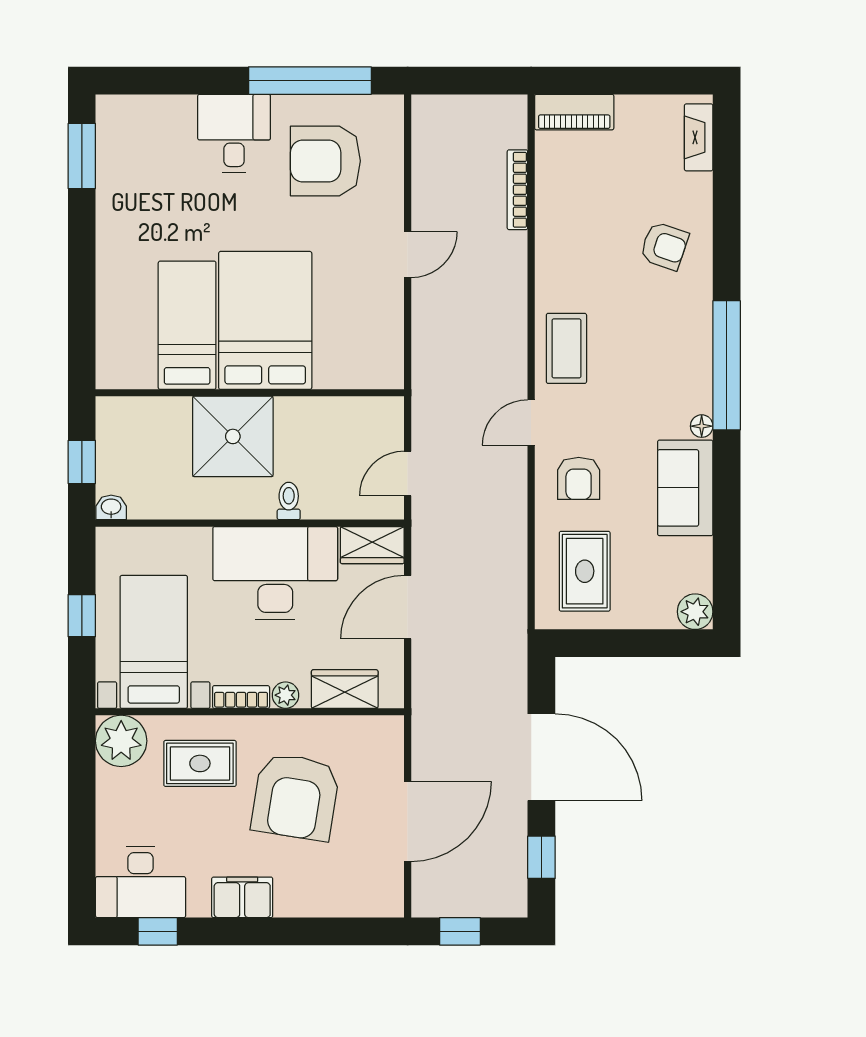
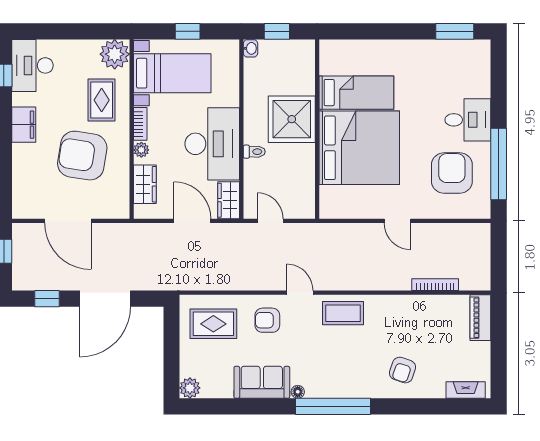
bed: (265, 320) -> (359, 148), width x1.36

